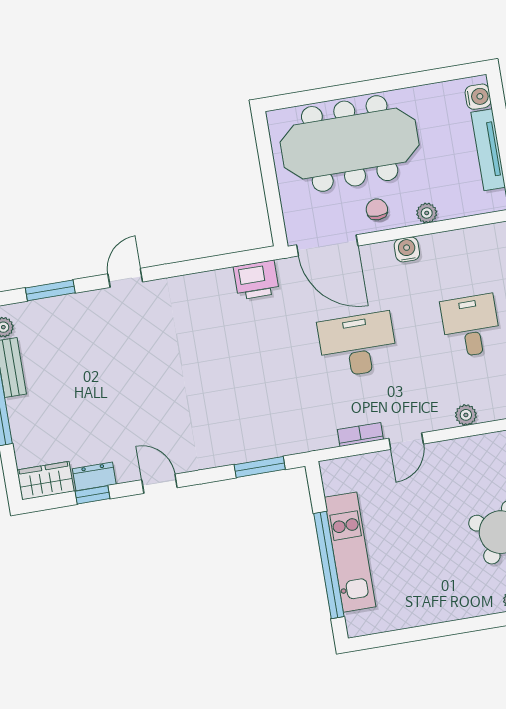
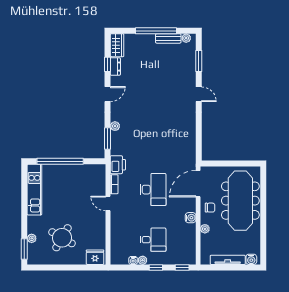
printer: (256, 280) -> (118, 165), moved, turned 180
plant: (466, 415) -> (115, 126), moved
kitchen unit: (350, 552) -> (34, 190), moved, turned -90

